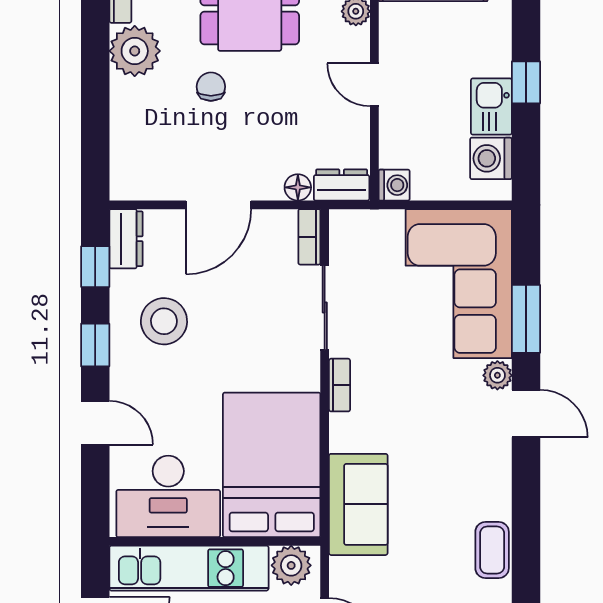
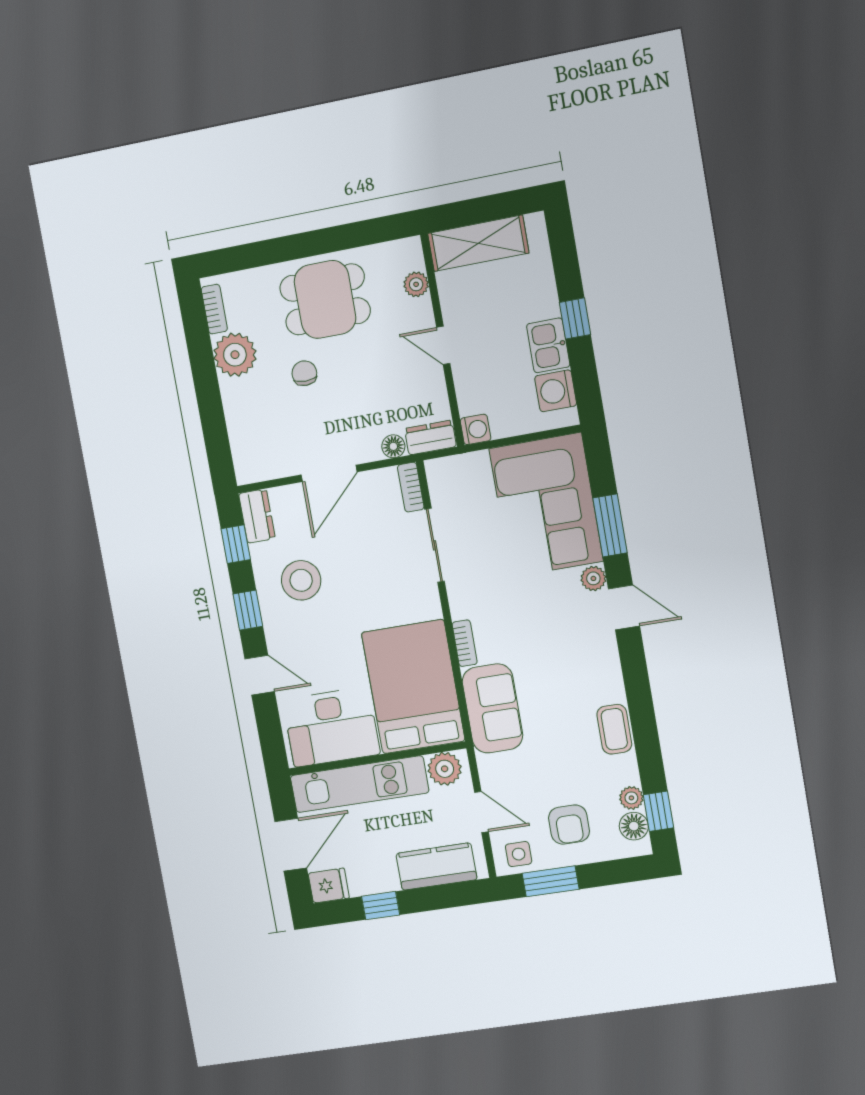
bookcase: (340, 385) -> (465, 643), moved

